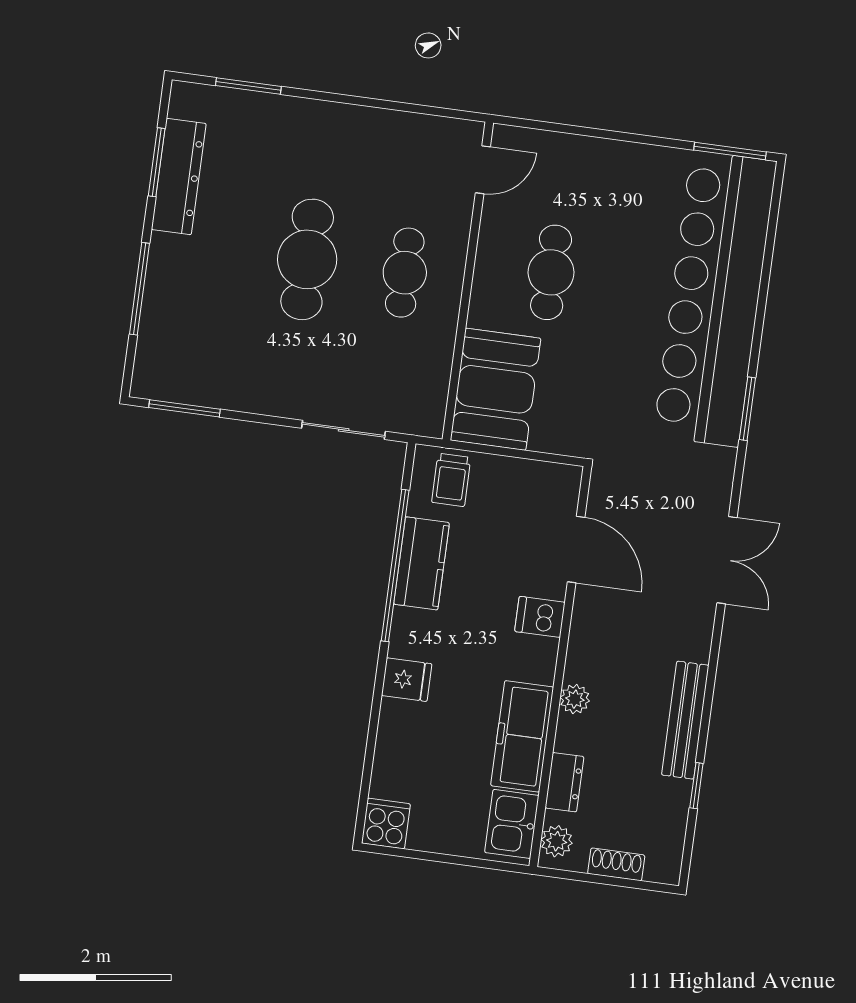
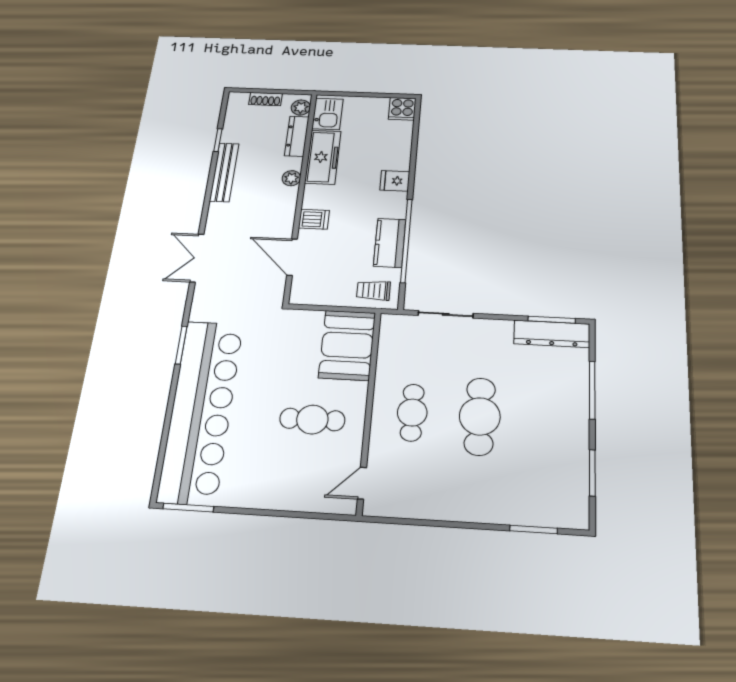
dresser: (179, 177) -> (552, 334), moved, turned -90
cafe table: (551, 272) -> (312, 419), turned 90
trolley: (451, 480) -> (373, 290), turned -90
dresser: (564, 782) -> (297, 136), width x1.44

